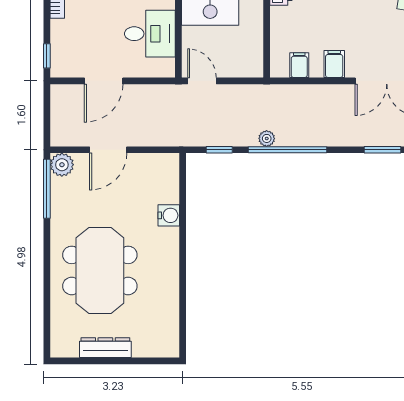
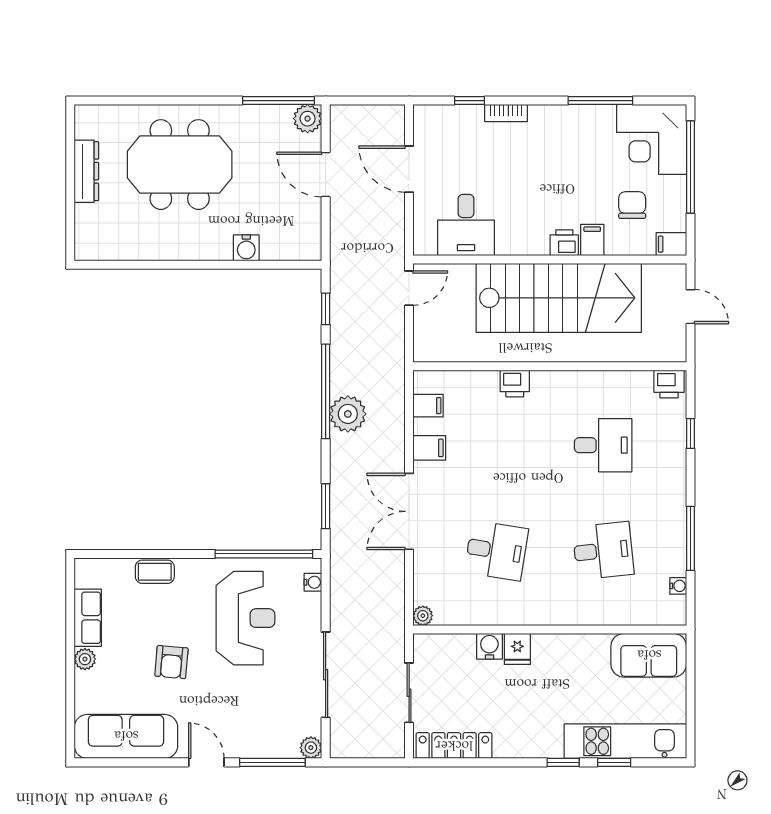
window: (47, 56) -> (470, 101), moved
plant: (267, 138) -> (348, 414), moved, width x1.88, depth x1.88

